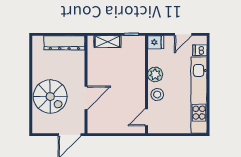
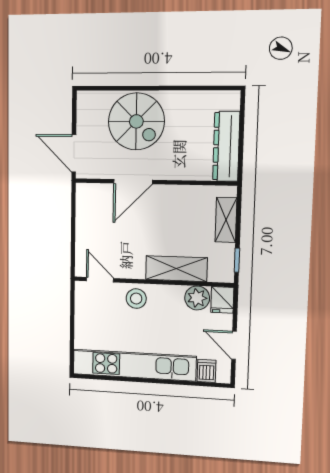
shelving: (138, 70) -> (176, 269), added
plant: (155, 74) -> (197, 298), moved
spiral stairs: (50, 97) -> (136, 121), turned -90
door: (86, 98) -> (133, 182), hinge flipped

